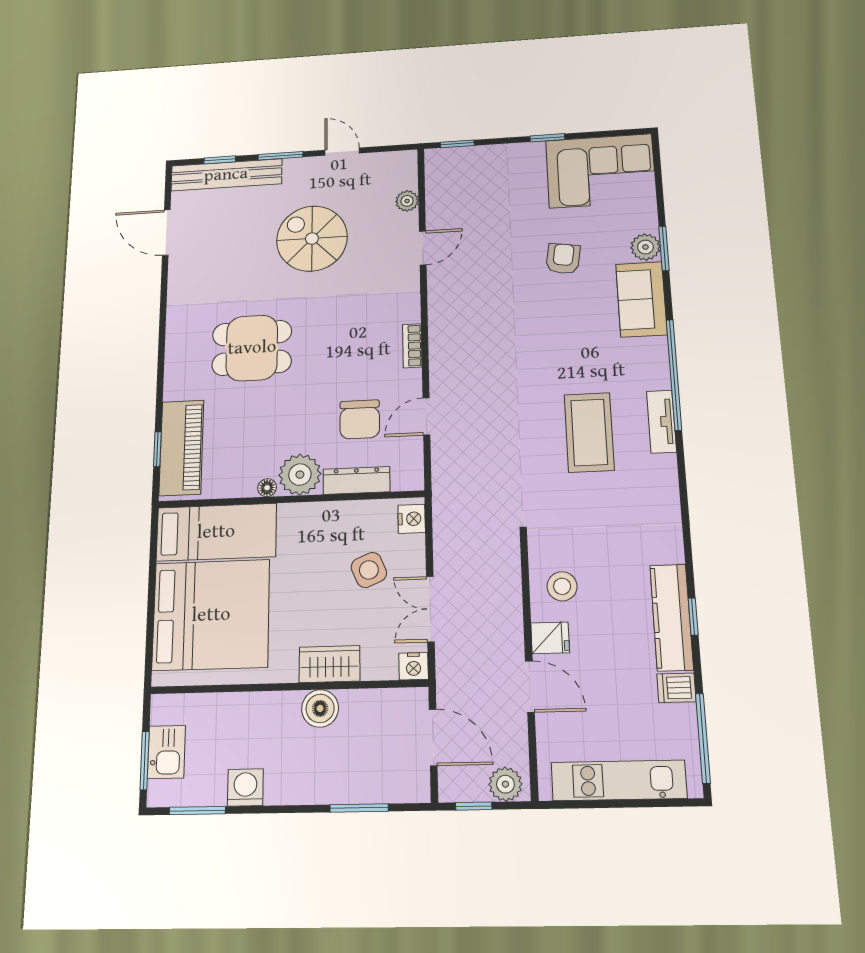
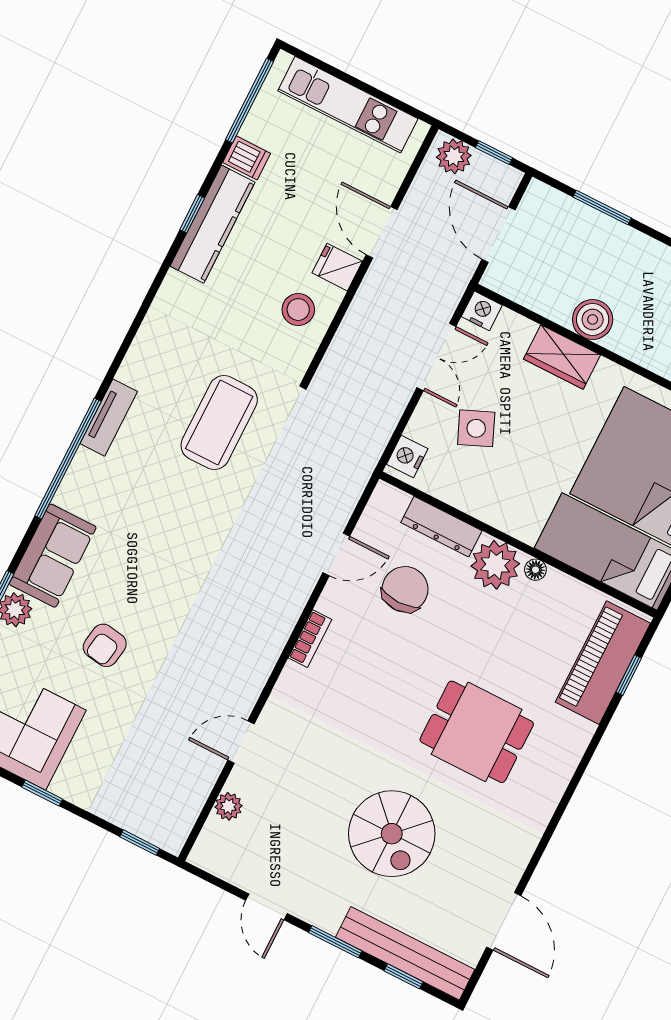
spiral stairs: (312, 239) -> (392, 834), moved
coffee table: (589, 432) -> (219, 423), moved

